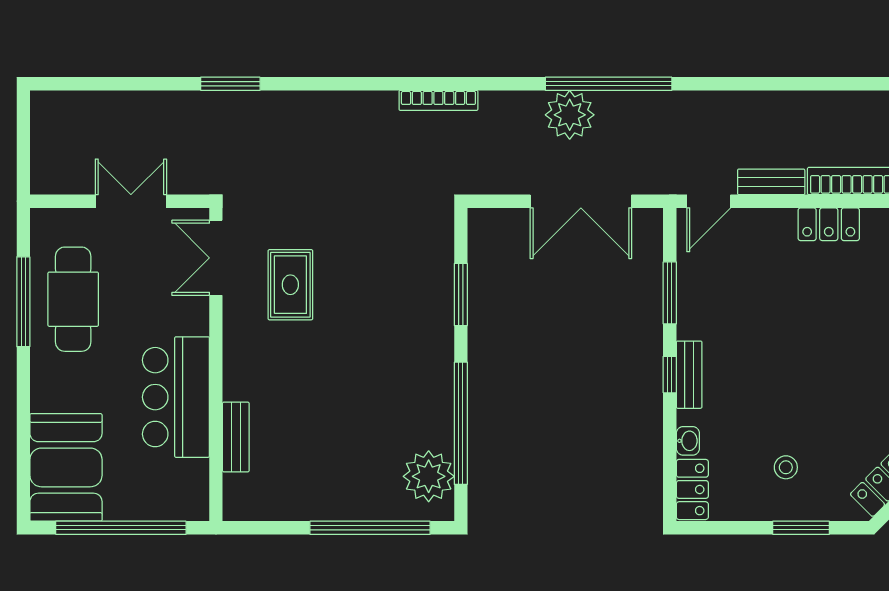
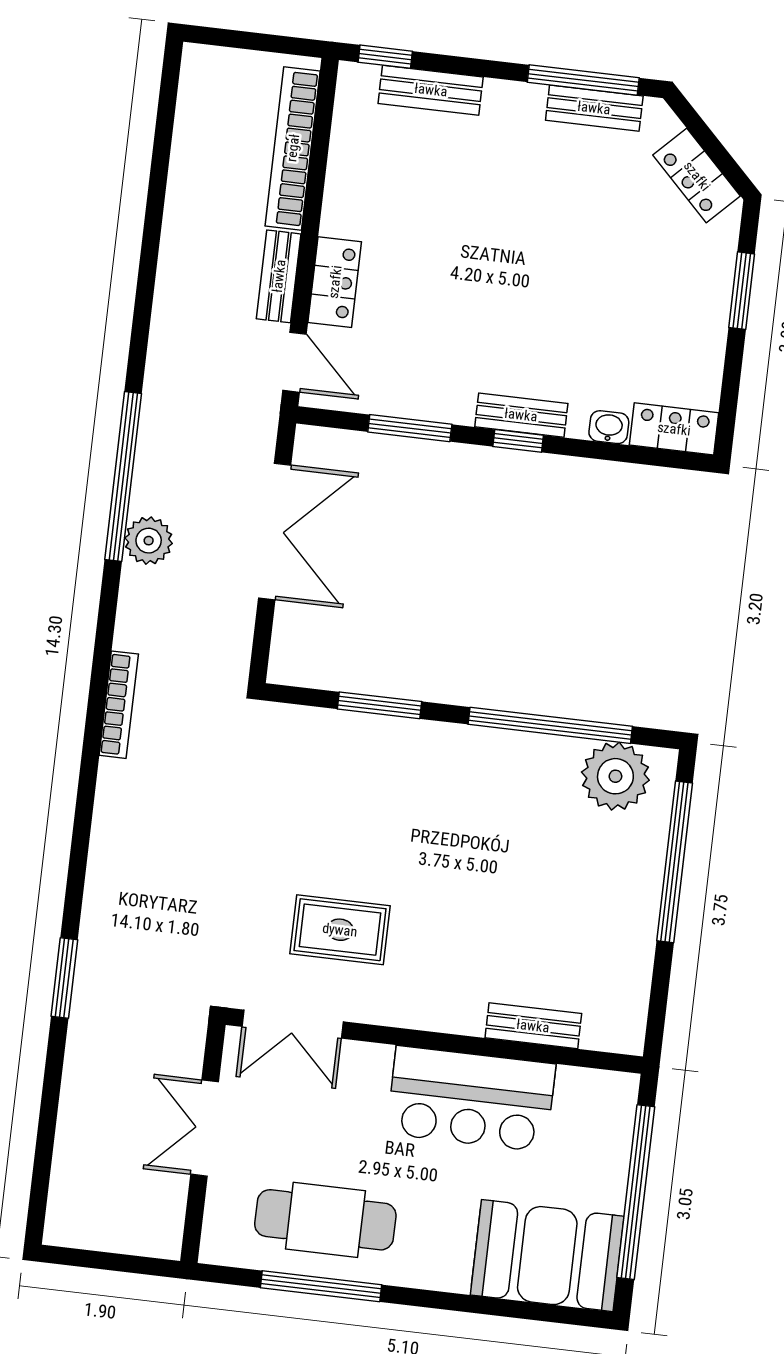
plant: (570, 115) -> (149, 541), width x0.73, depth x0.73
locker: (829, 224) -> (335, 282), moved
stool: (786, 467) -> (659, 301), removed

